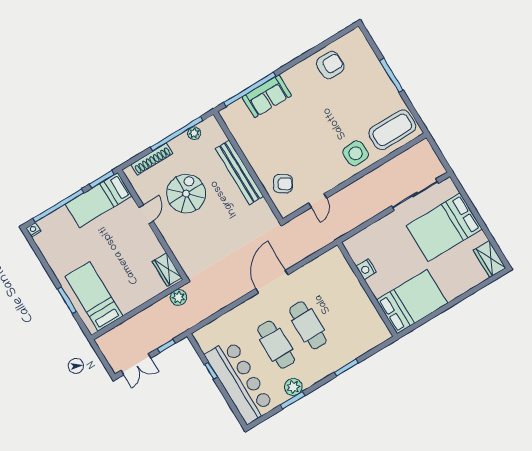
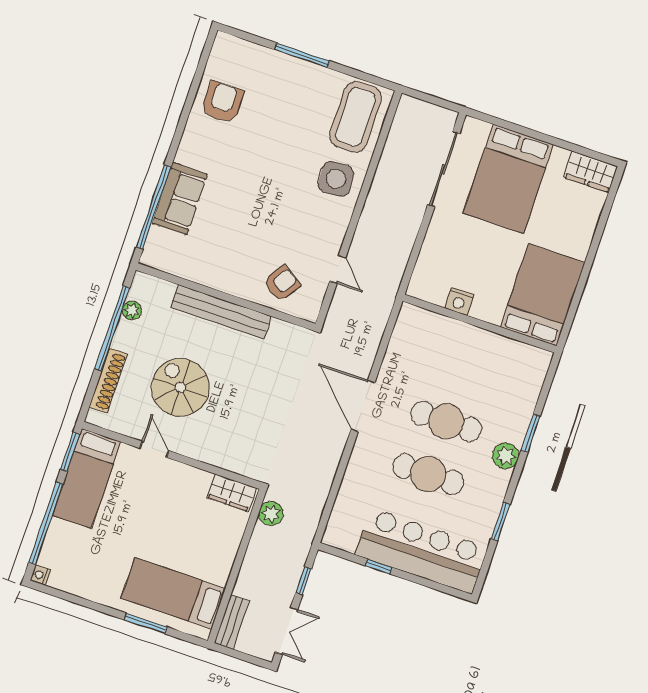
bench: (112, 336) -> (232, 622), added
plant: (293, 387) -> (506, 456), moved

